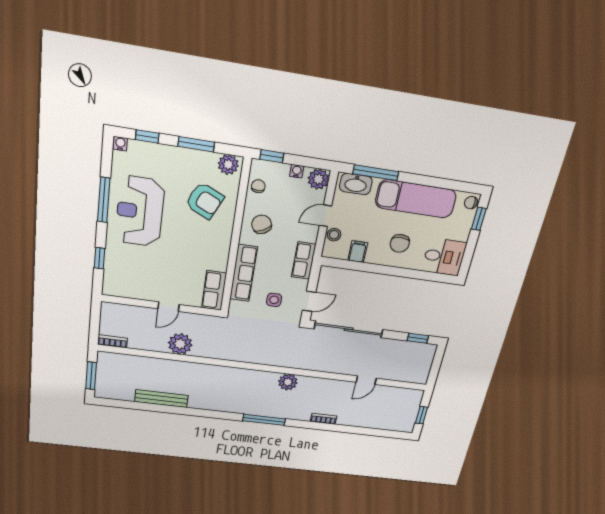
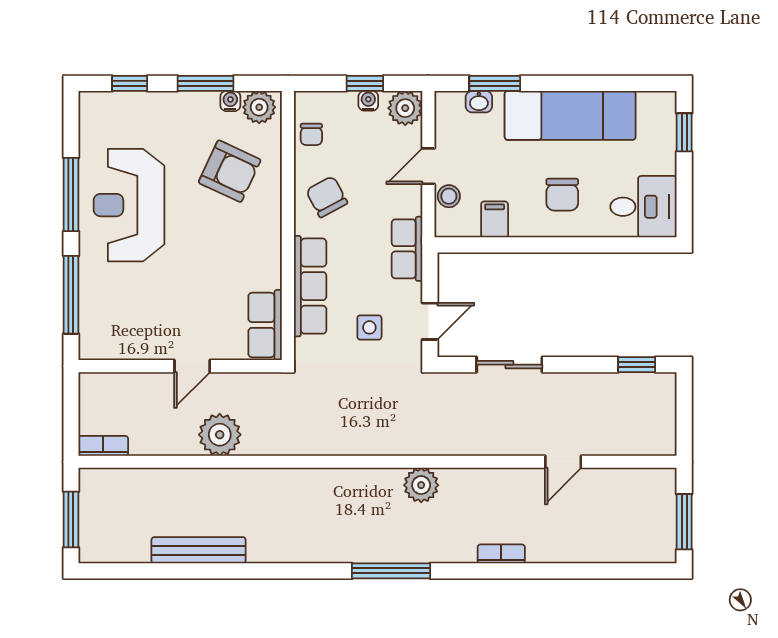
water cooler: (120, 144) -> (230, 101), moved
window: (272, 156) -> (365, 83), moved
window: (376, 173) -> (495, 83), width x0.69
washbasin: (356, 184) -> (479, 102), width x0.52, depth x0.69
chair: (258, 186) -> (311, 134), turned 180
chair: (471, 203) -> (663, 107), removed
window: (100, 258) -> (71, 295), width x2.17
sliding door: (349, 329) -> (509, 365), width x0.54
window: (421, 415) -> (684, 522), width x1.50

